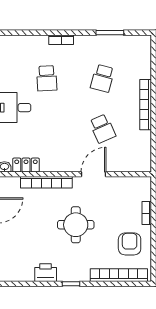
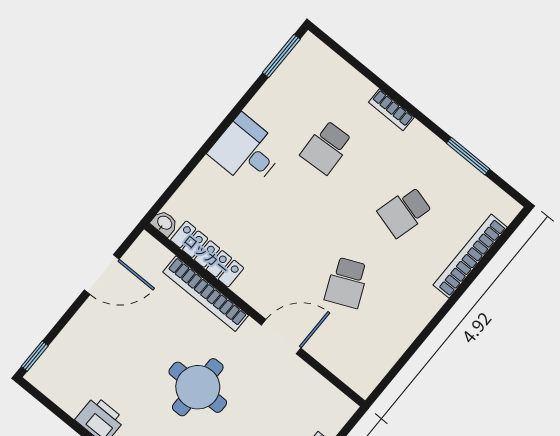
bookcase: (146, 105) -> (470, 256), moved
locker: (26, 165) -> (207, 254), width x1.53

